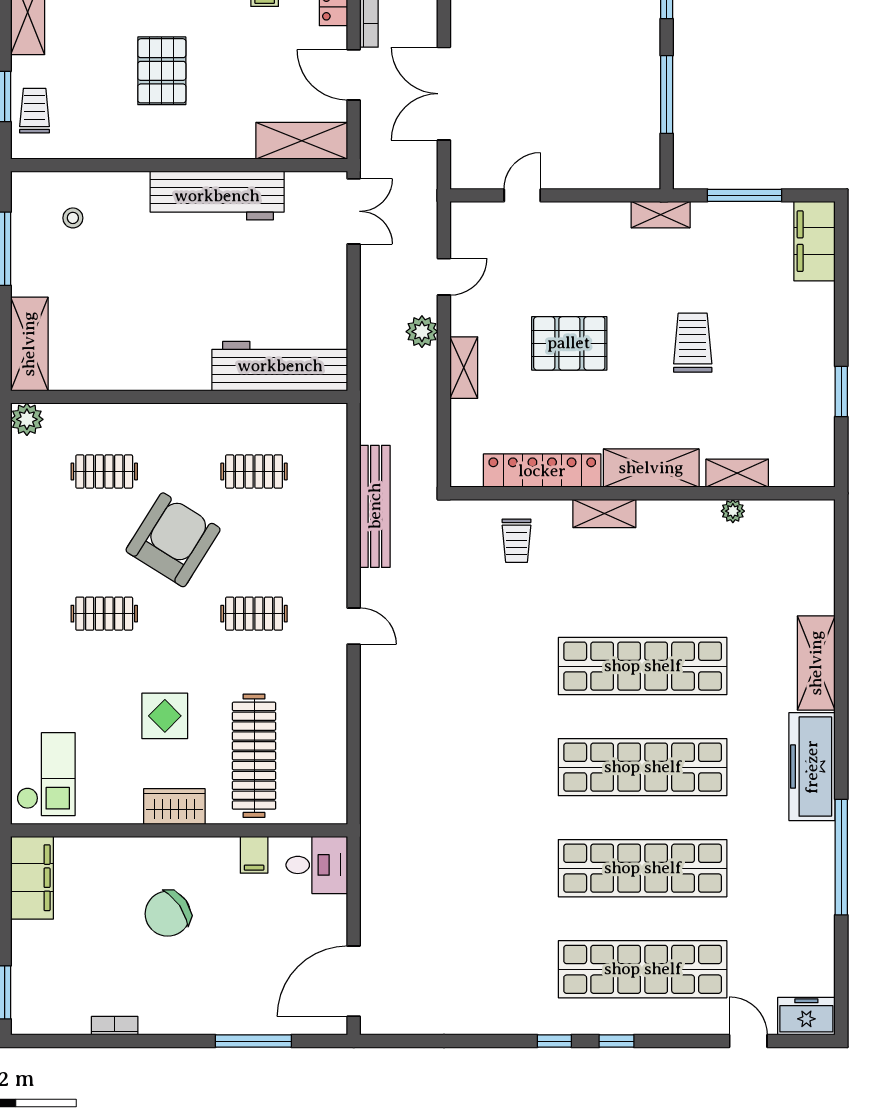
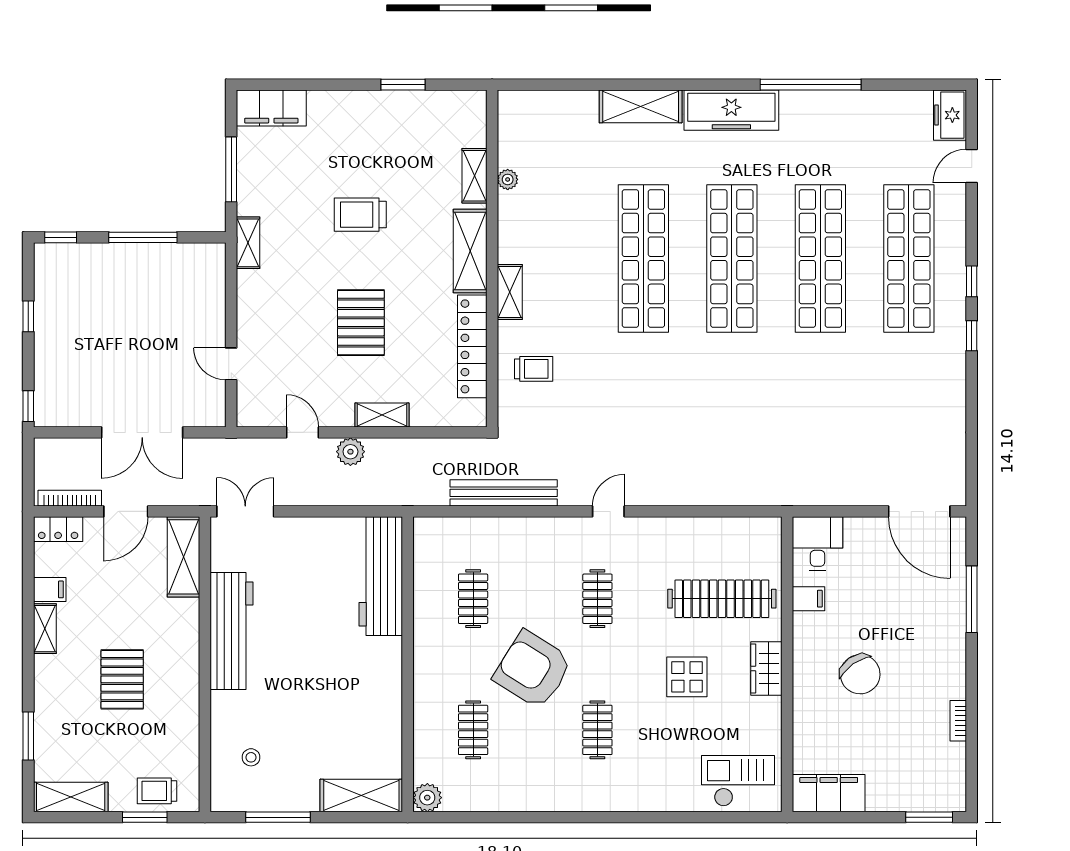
pallet: (162, 71) -> (122, 679), turned 90

